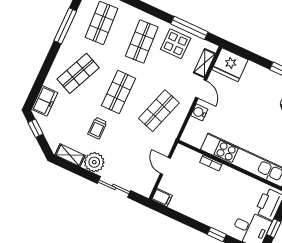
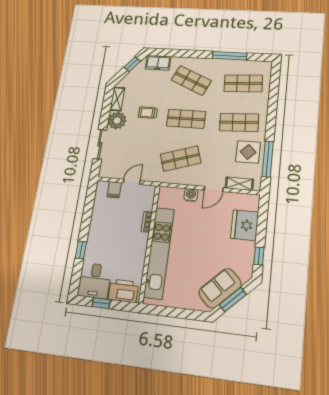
fridge: (230, 65) -> (245, 225), moved
shop shelf: (159, 111) -> (181, 159), turned -36
filing cabinet: (162, 198) -> (114, 190), moved

